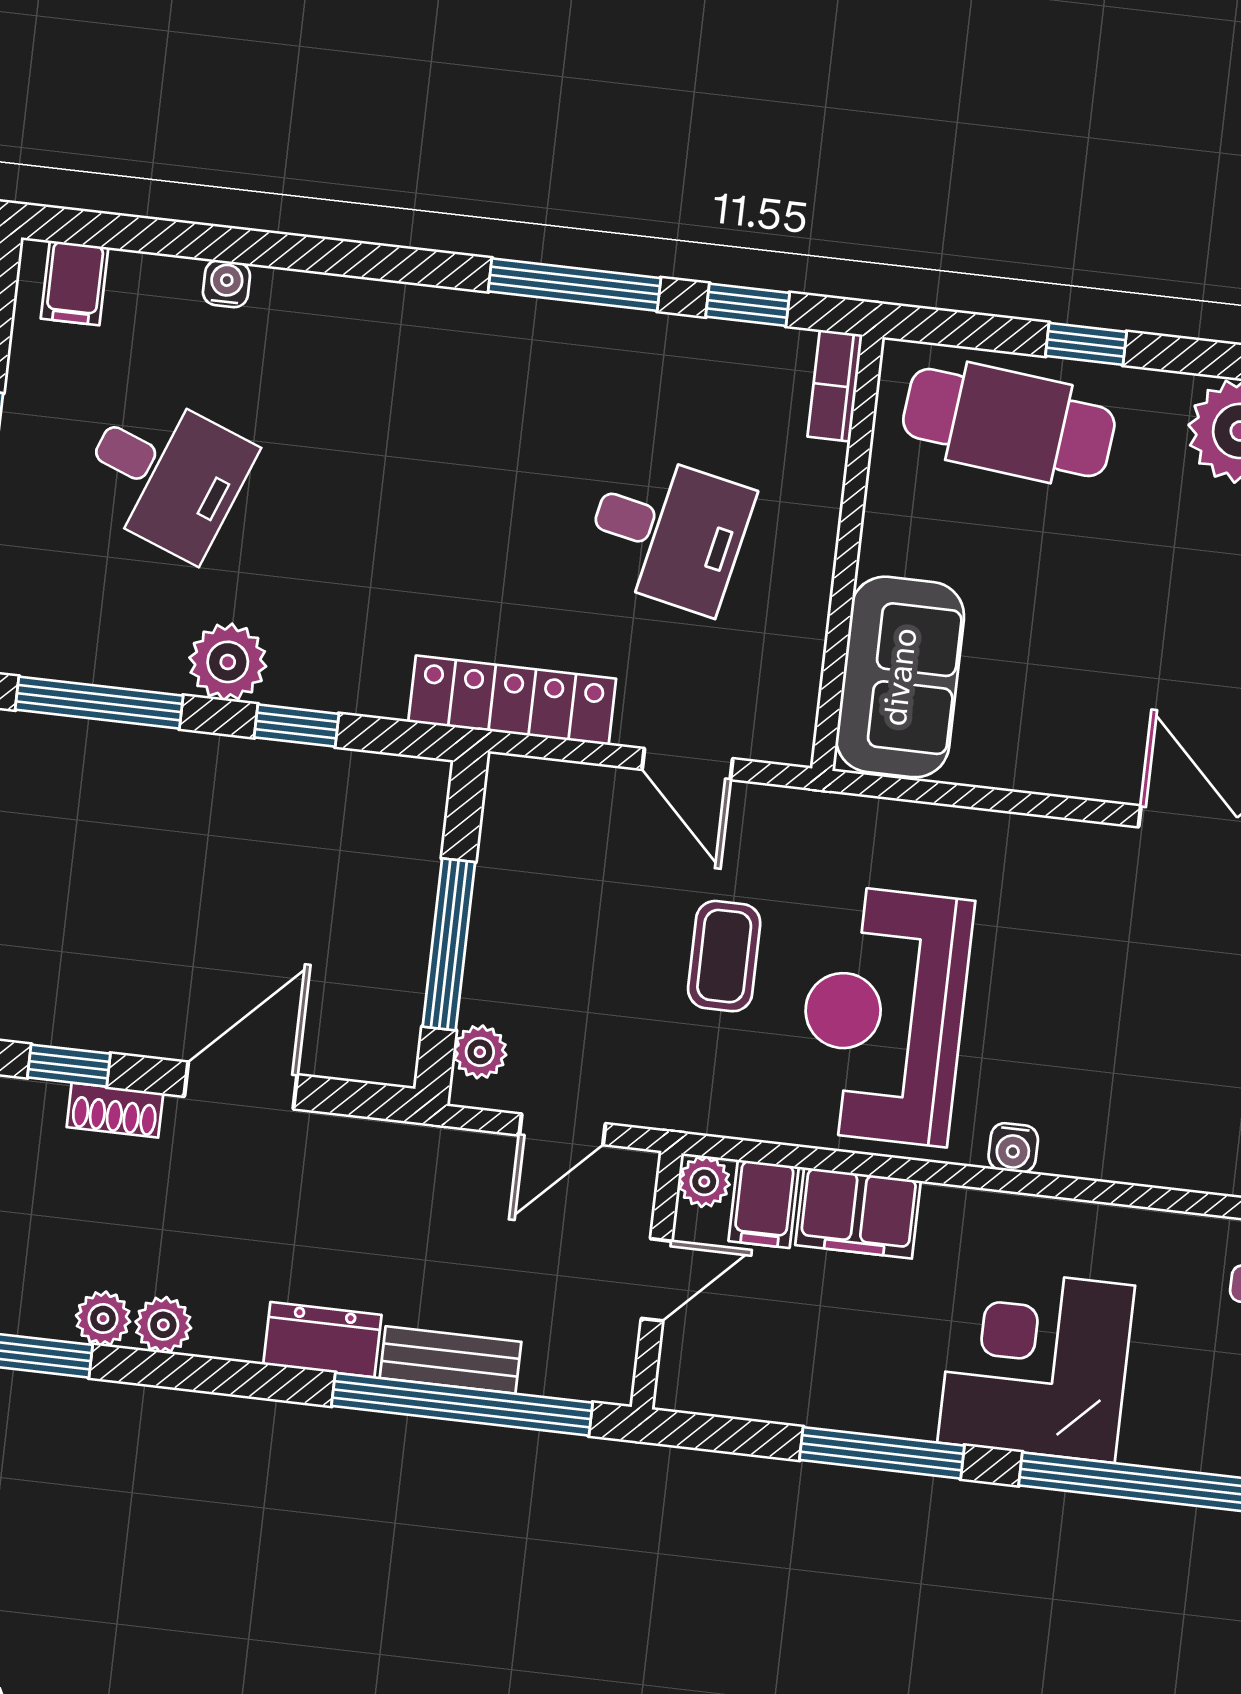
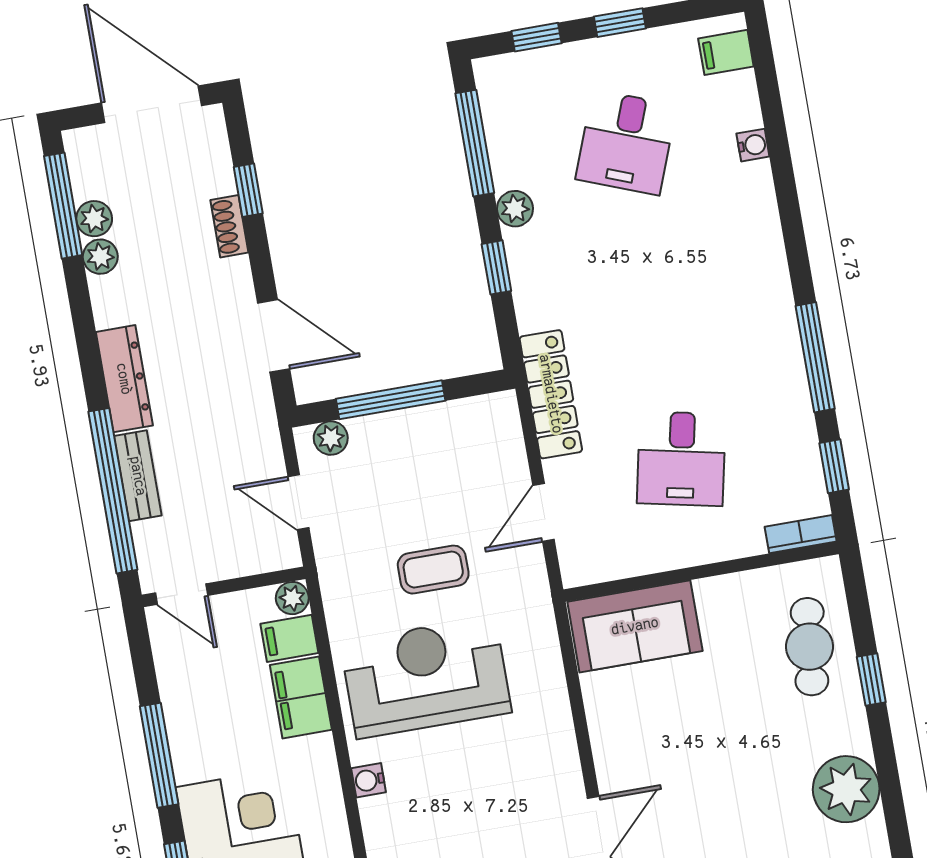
cafe table: (1009, 423) -> (810, 647), width x0.73, depth x0.74
plant: (228, 662) -> (515, 209), width x0.73, depth x0.73
door: (241, 1085) -> (274, 336), moved
door: (657, 1280) -> (182, 594), moved
plant: (163, 1325) -> (94, 219), moved
dresser: (322, 1340) -> (124, 379), width x1.44

